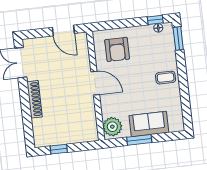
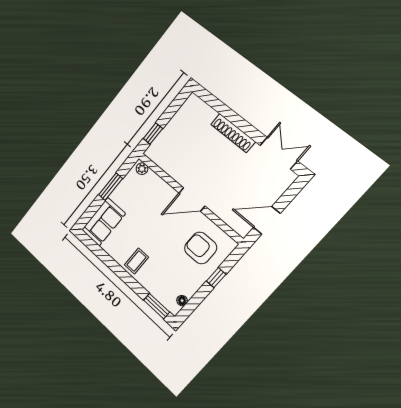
window: (155, 20) -> (216, 278), moved
sofa: (149, 124) -> (103, 222), moved
plant: (112, 127) -> (142, 169), width x0.53, depth x0.53
window: (59, 149) -> (153, 134), moved

